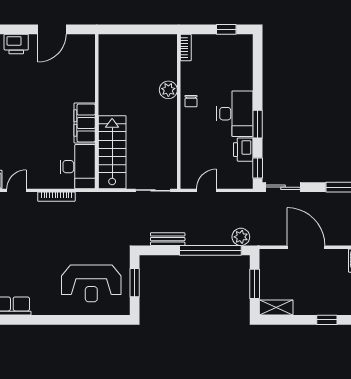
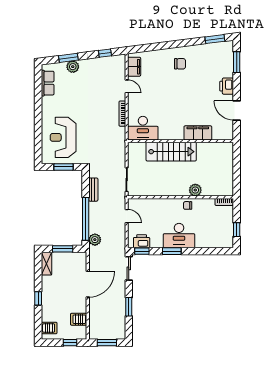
filing cabinet: (85, 123) -> (198, 133), moved
printer: (243, 150) -> (142, 241), moved
stairs: (112, 152) -> (171, 152), moved

